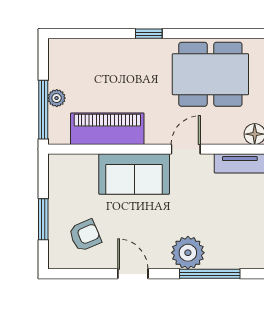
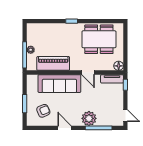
door: (186, 149) -> (88, 73), swing flipped
sofa: (134, 174) -> (59, 84), width x1.36

